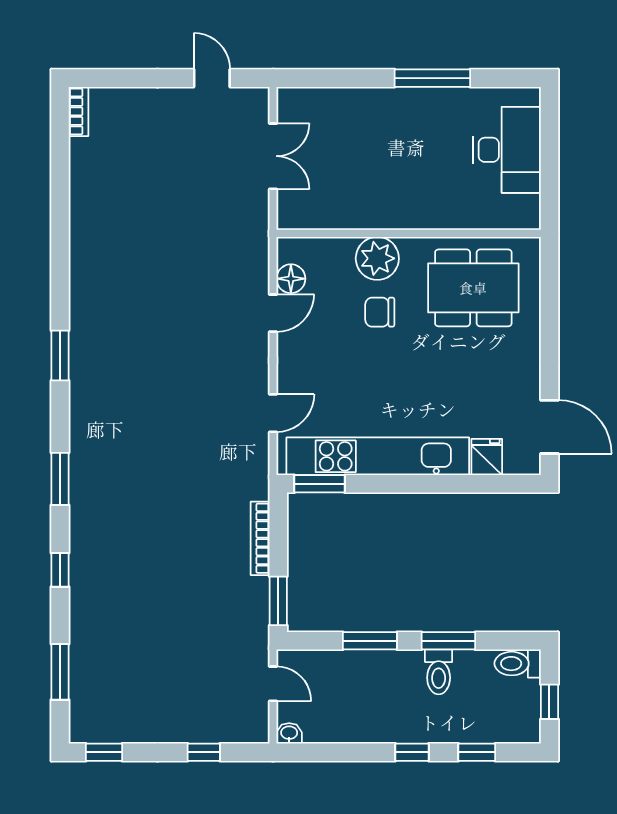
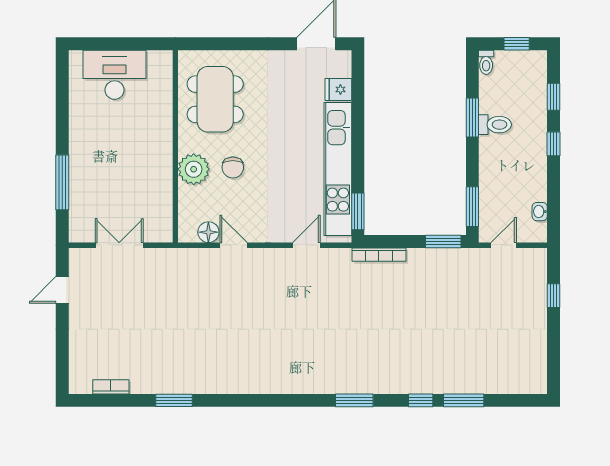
window: (432, 78) -> (62, 182), moved
bookcase: (79, 111) -> (111, 387), moved
window: (60, 355) -> (174, 400), moved
door: (273, 413) -> (306, 245), hinge flipped
bookcase: (260, 538) -> (379, 255), moved
window: (370, 641) -> (472, 207), moved
toilet: (518, 664) -> (486, 62), width x0.73, depth x0.72
window: (60, 672) -> (464, 400), moved
washbasin: (289, 733) -> (540, 212), moved
window: (104, 752) -> (553, 368), removed

